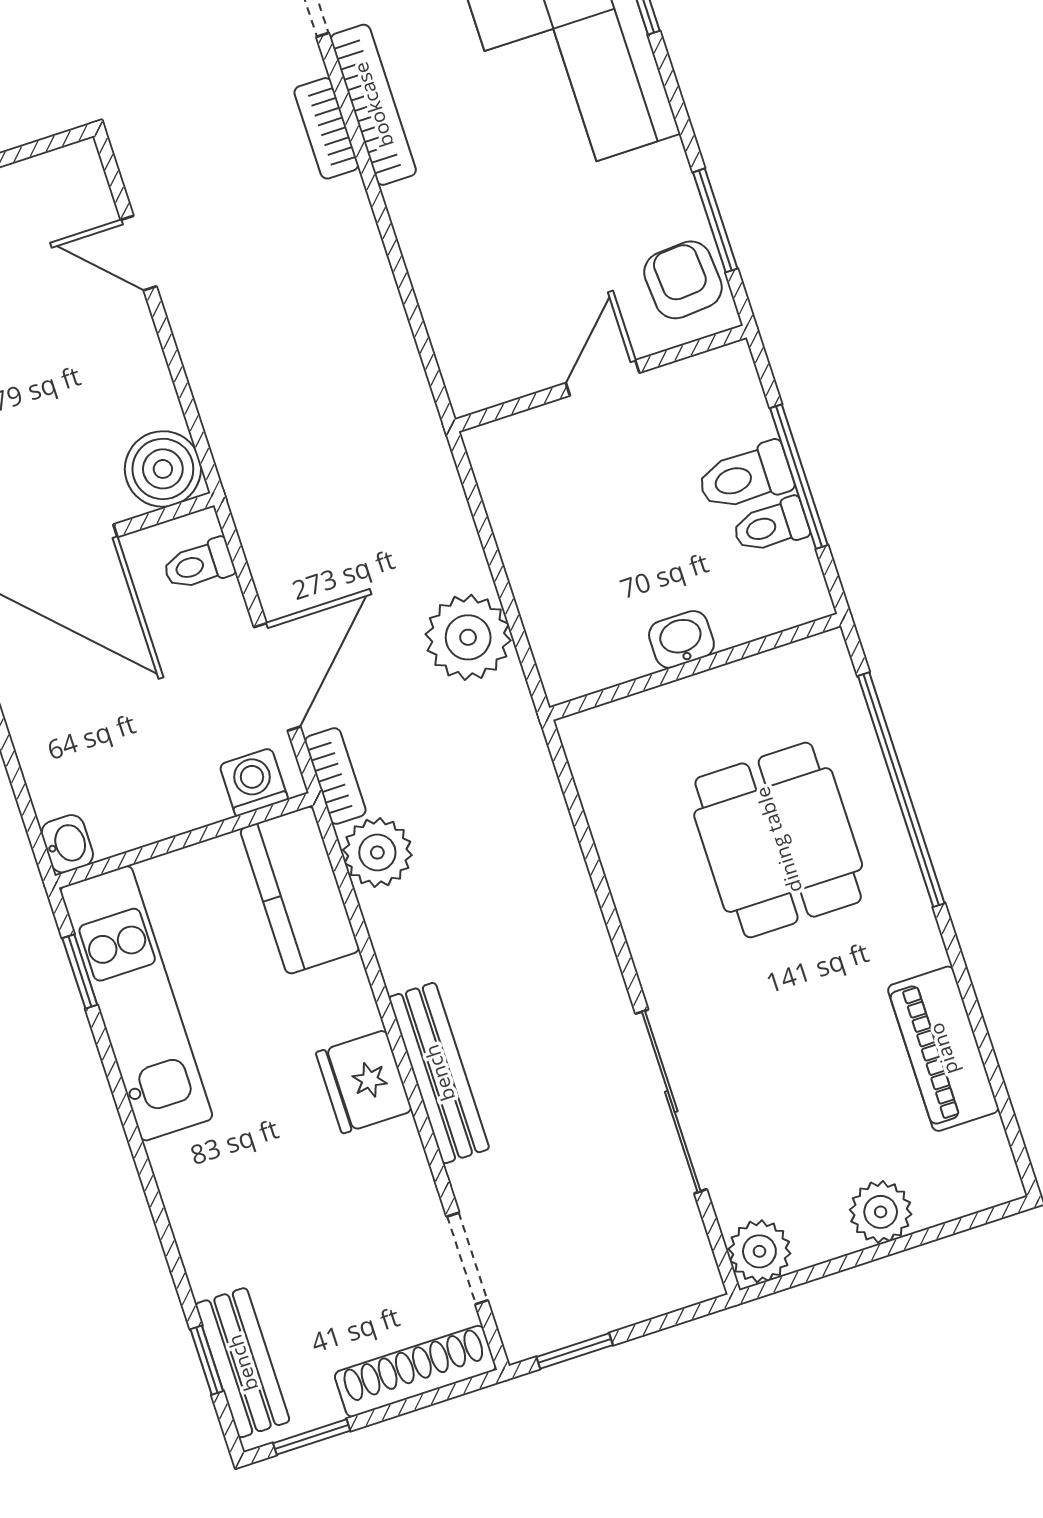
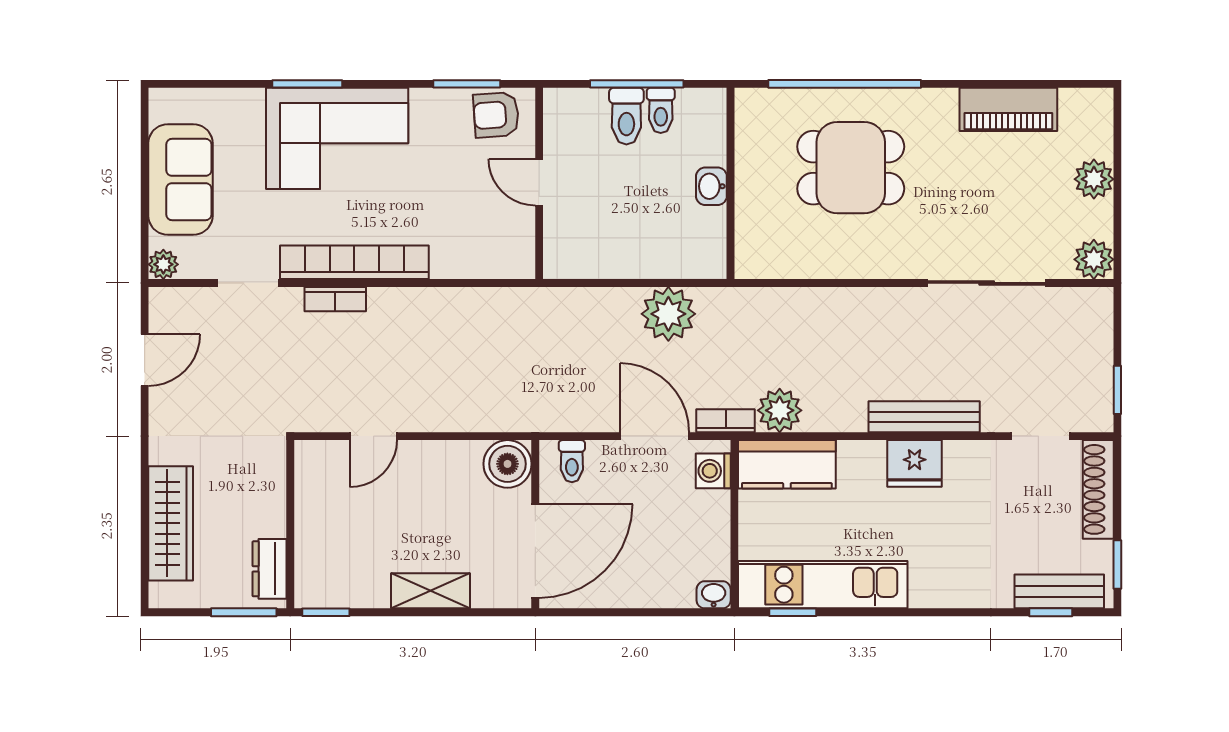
bookcase: (373, 105) -> (354, 262), width x1.48, depth x1.31

